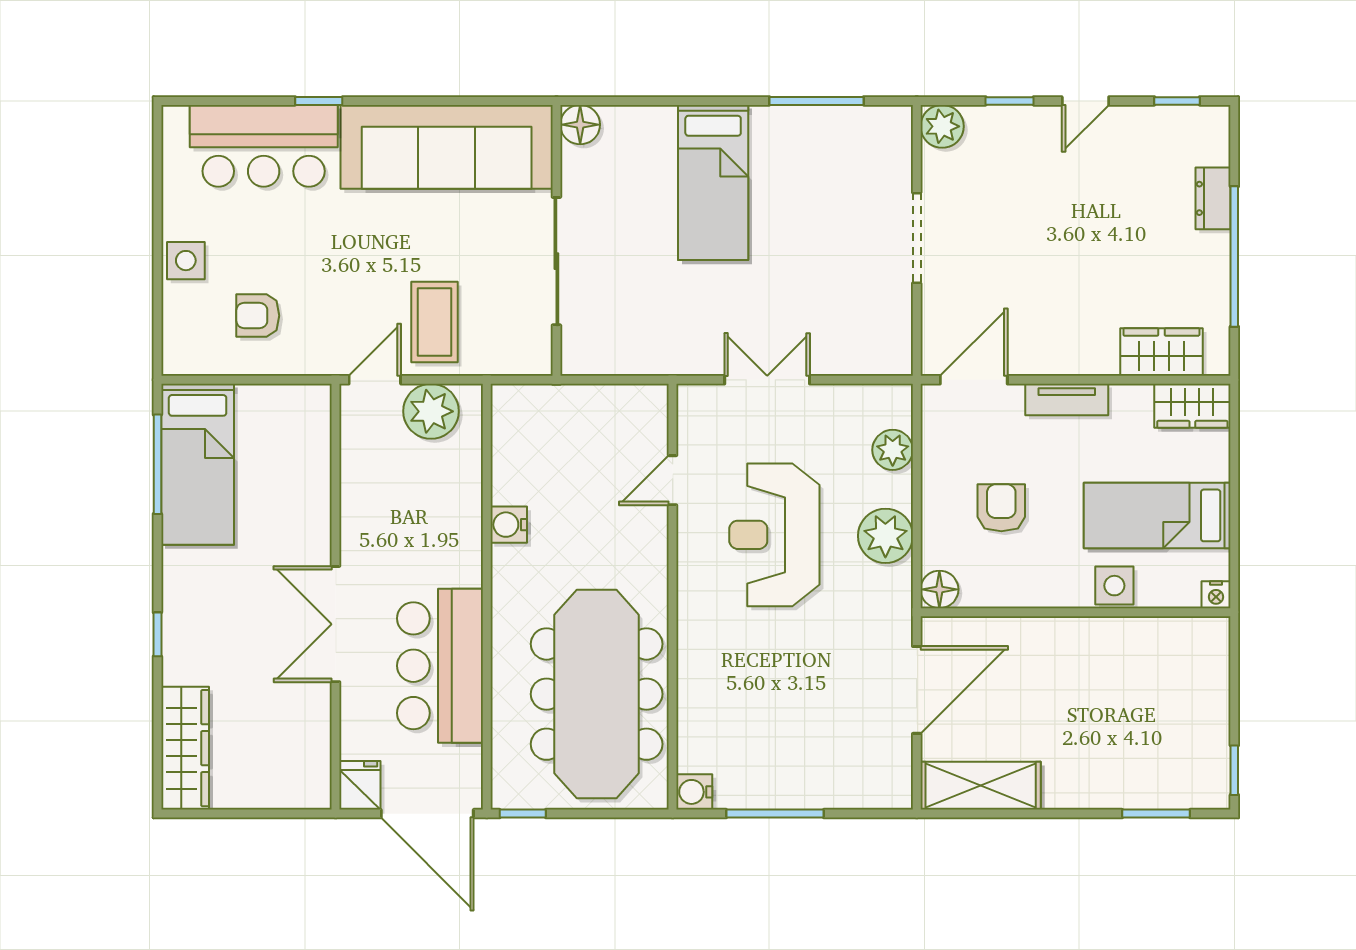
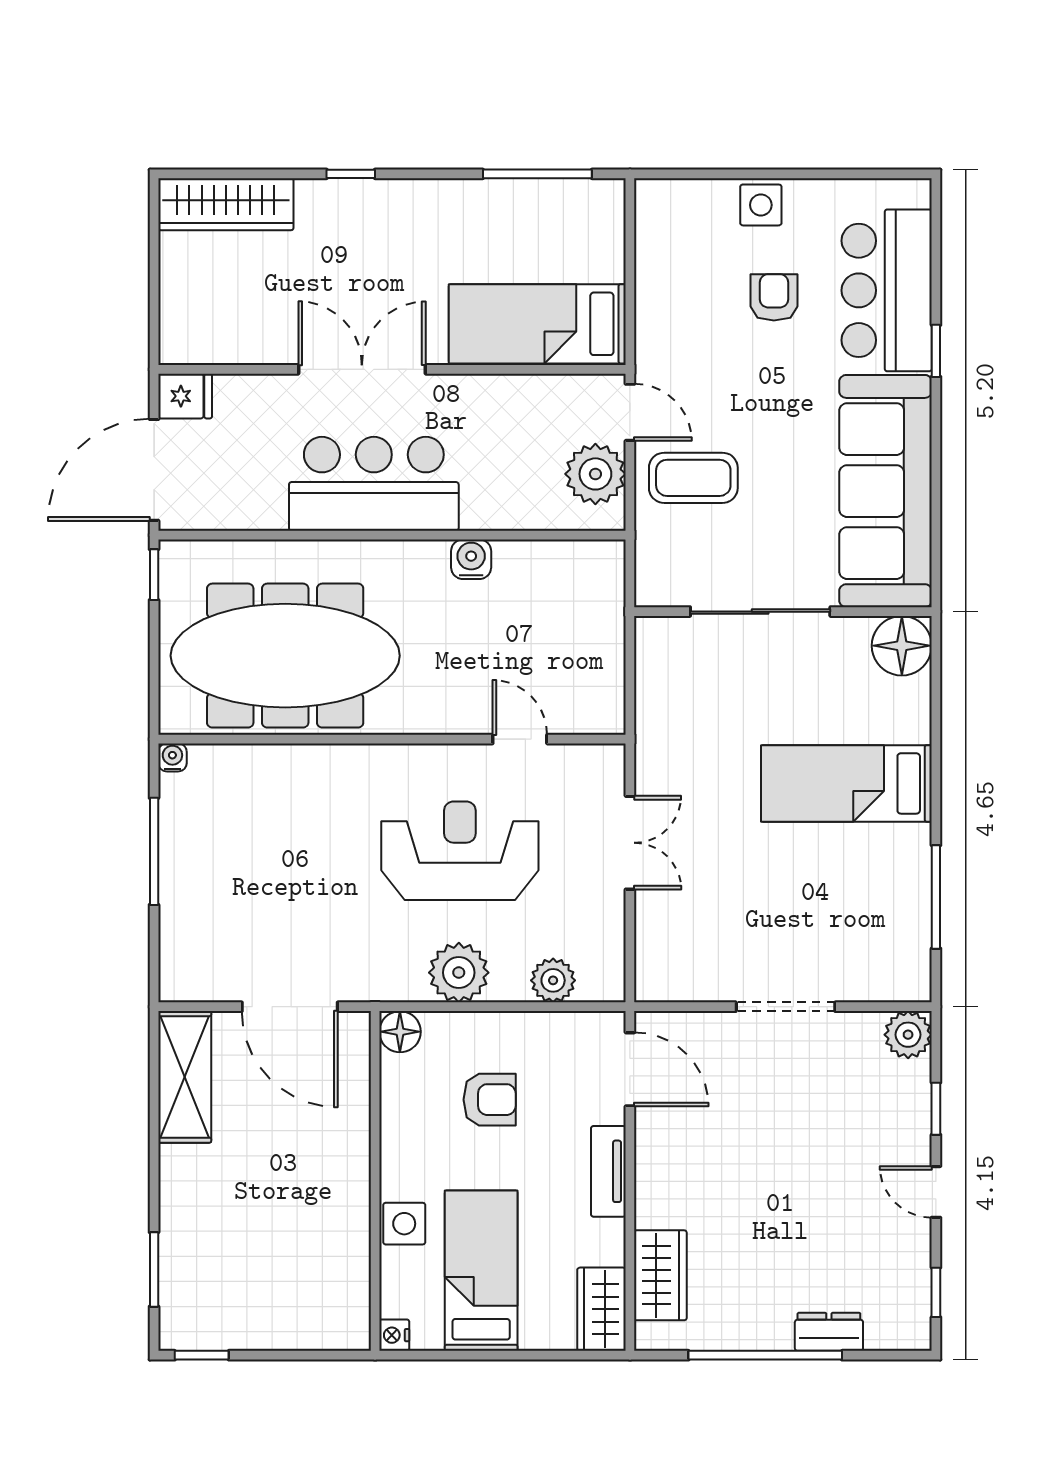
floor lamp: (580, 125) -> (902, 646), width x1.38, depth x1.38
armchair: (258, 316) -> (774, 297), moved
bed: (198, 464) -> (537, 324), moved
bar counter: (440, 666) -> (374, 484), moved
water cooler: (694, 792) -> (172, 757), width x0.72, depth x0.72

